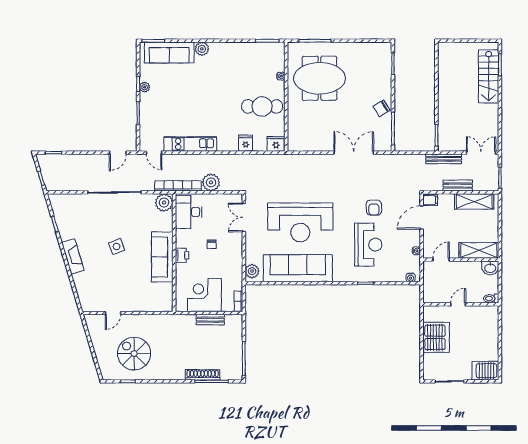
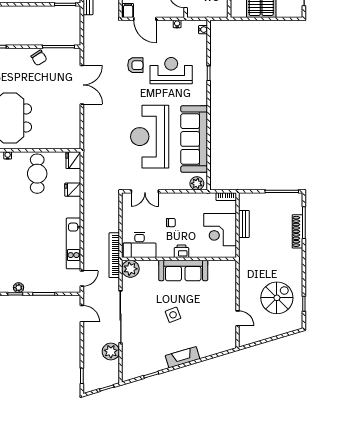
double door: (354, 153) -> (82, 85), swing flipped
plant: (211, 182) -> (111, 352), moved
reception desk: (300, 222) -> (150, 137), turned 180
spiral stairs: (134, 354) -> (277, 298), turned 180

